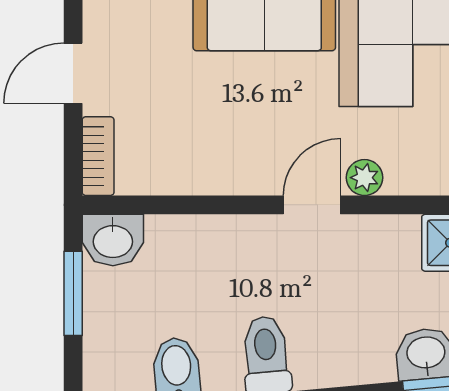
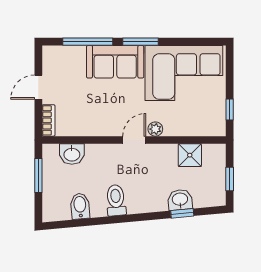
washbasin: (113, 240) -> (72, 154), moved

